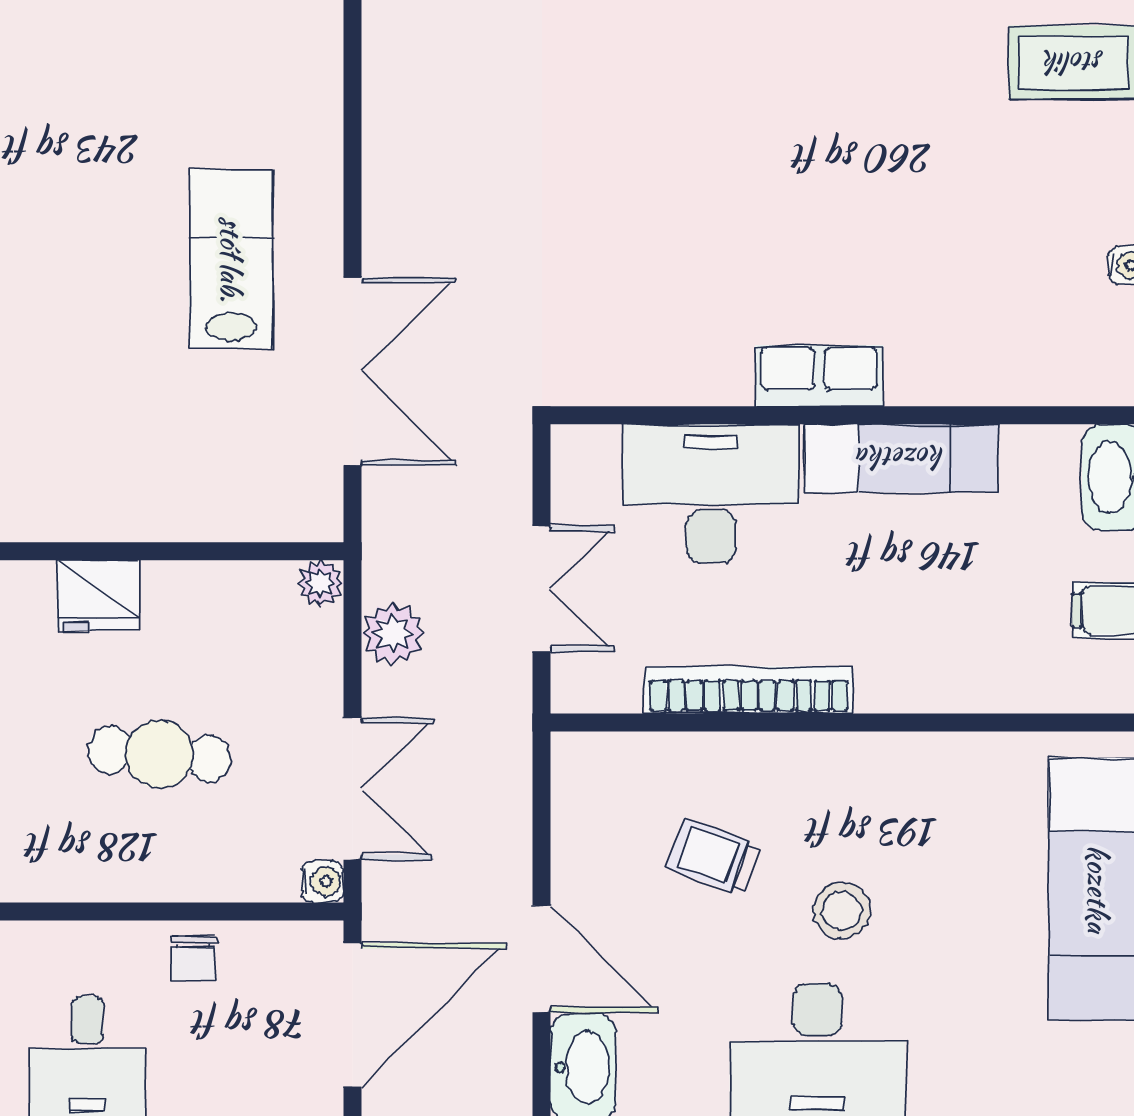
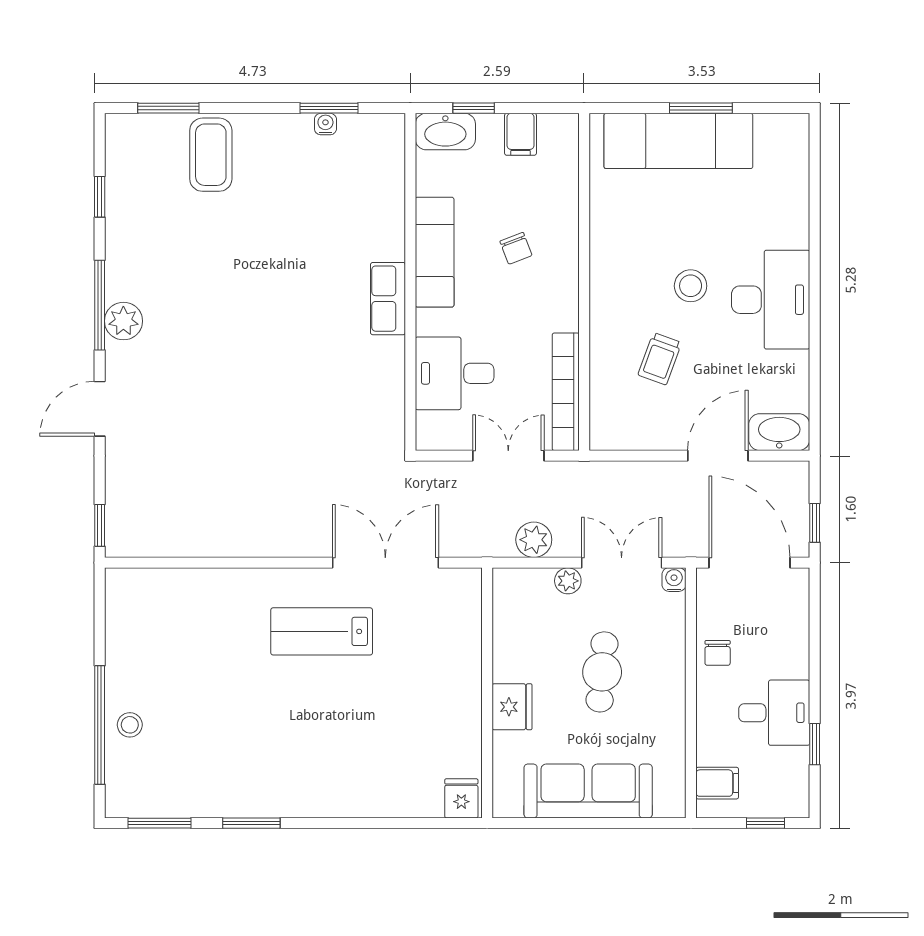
desk: (711, 494) -> (455, 373), width x0.73
plant: (320, 583) -> (568, 581), moved
chair: (908, 602) -> (516, 248), added
bookcase: (749, 690) -> (566, 392), moved
chair: (193, 958) -> (718, 653), turned 90

